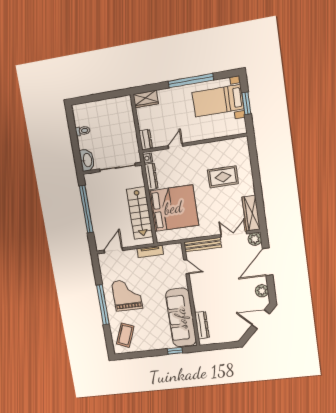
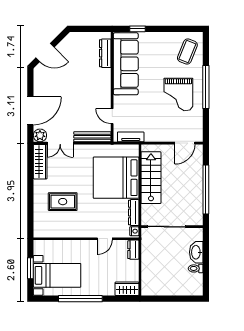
washbasin: (87, 160) -> (196, 252), moved
tv unit: (150, 251) -> (131, 137), moved
plant: (262, 291) -> (40, 82), removed

